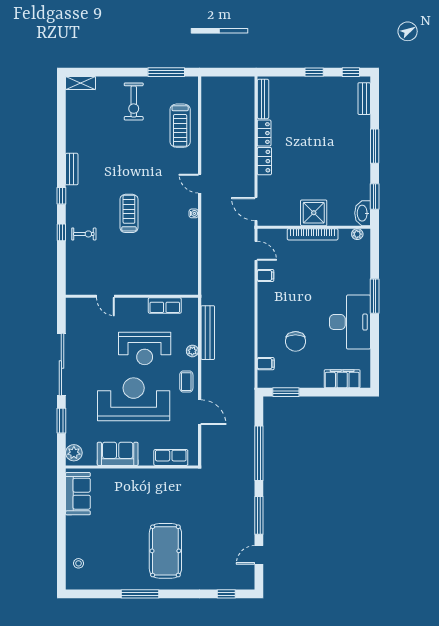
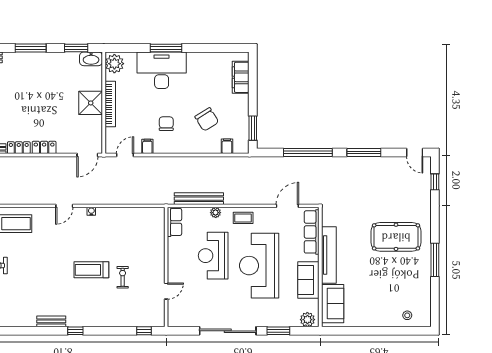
window: (61, 232) -> (144, 331), moved
exercise bike: (84, 234) -> (123, 277), moved
plant: (357, 234) -> (114, 64), width x1.87, depth x1.87
chair: (291, 296) -> (166, 124), added
row of seats: (165, 306) -> (174, 222), moved
desk: (350, 322) -> (162, 70), moved
chair: (296, 341) -> (207, 119), turned 58
reception desk: (145, 348) -> (213, 256), turned 180
door: (200, 412) -> (287, 206), moved
row of seats: (171, 458) -> (312, 232), width x1.48
tv unit: (145, 476) -> (329, 255), added
sofa: (78, 494) -> (333, 304), moved, turned 90
door: (259, 555) -> (415, 152), moved

